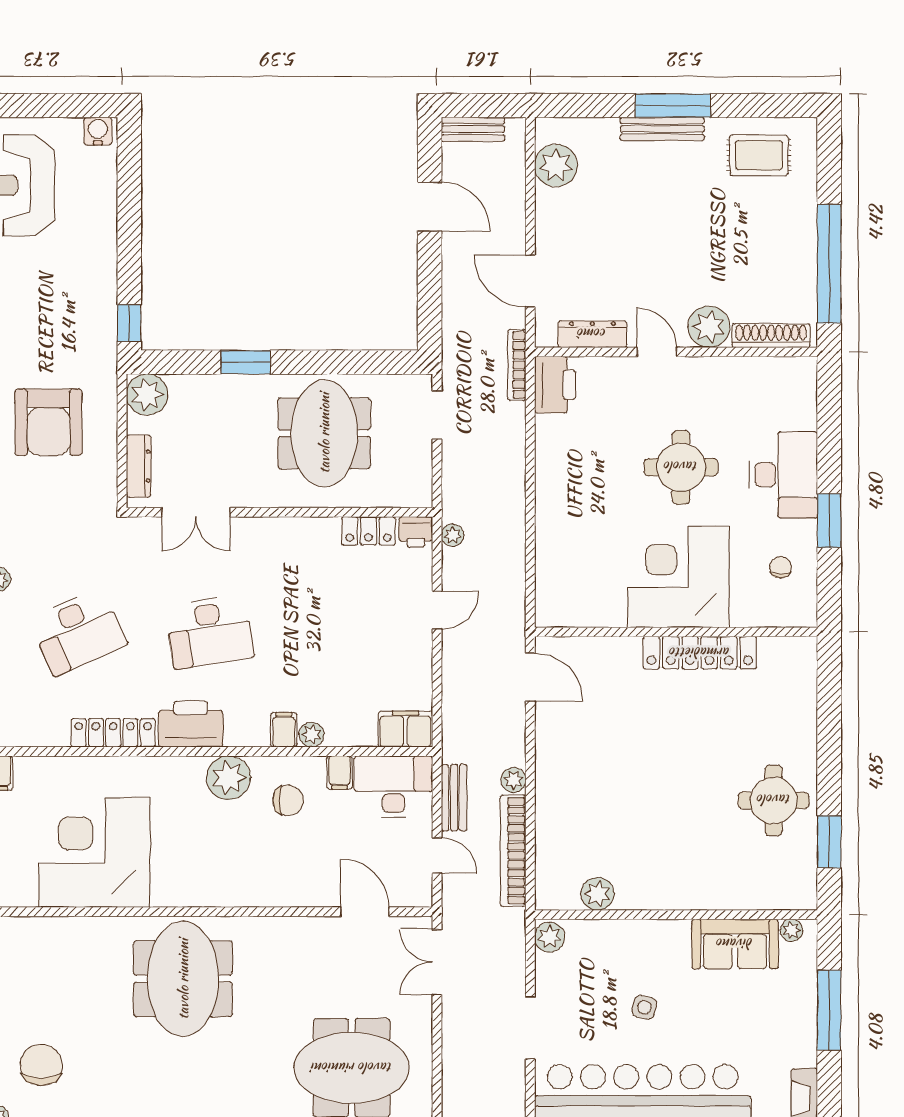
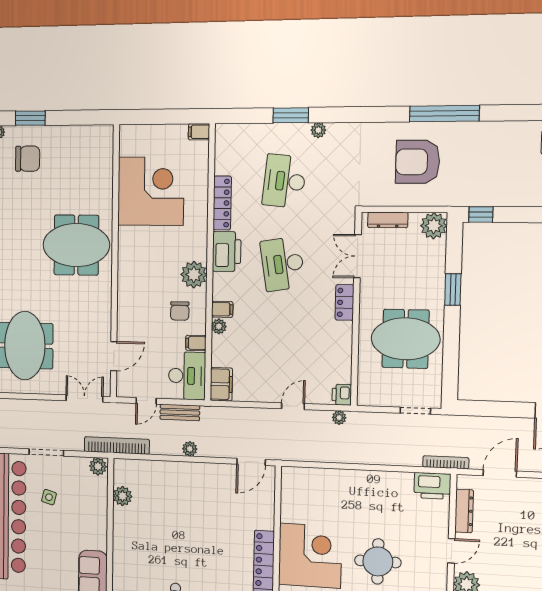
locker: (368, 531) -> (345, 302), moved
door: (437, 610) -> (293, 406), swing flipped
desk: (78, 632) -> (284, 181), turned 30
bookcase: (513, 851) -> (117, 445), moved
side table: (644, 1007) -> (49, 497), moved

